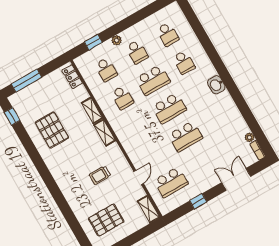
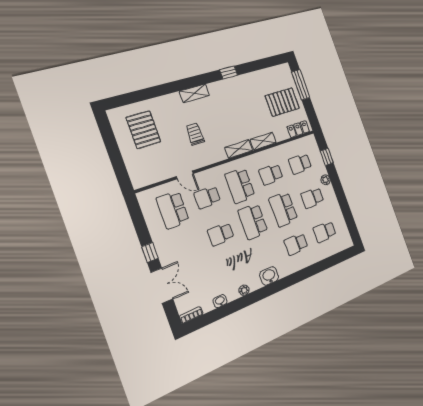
window: (12, 116) -> (229, 73), moved
school desk: (139, 126) -> (240, 186), added
washbasin: (243, 127) -> (220, 301), added
pallet: (52, 130) -> (282, 102), moved
school desk: (185, 136) -> (221, 234), width x0.54
plant: (249, 137) -> (244, 290), moved
school desk: (155, 154) -> (207, 197), added
window: (198, 201) -> (150, 252), moved
shelving: (149, 209) -> (194, 93), moved

